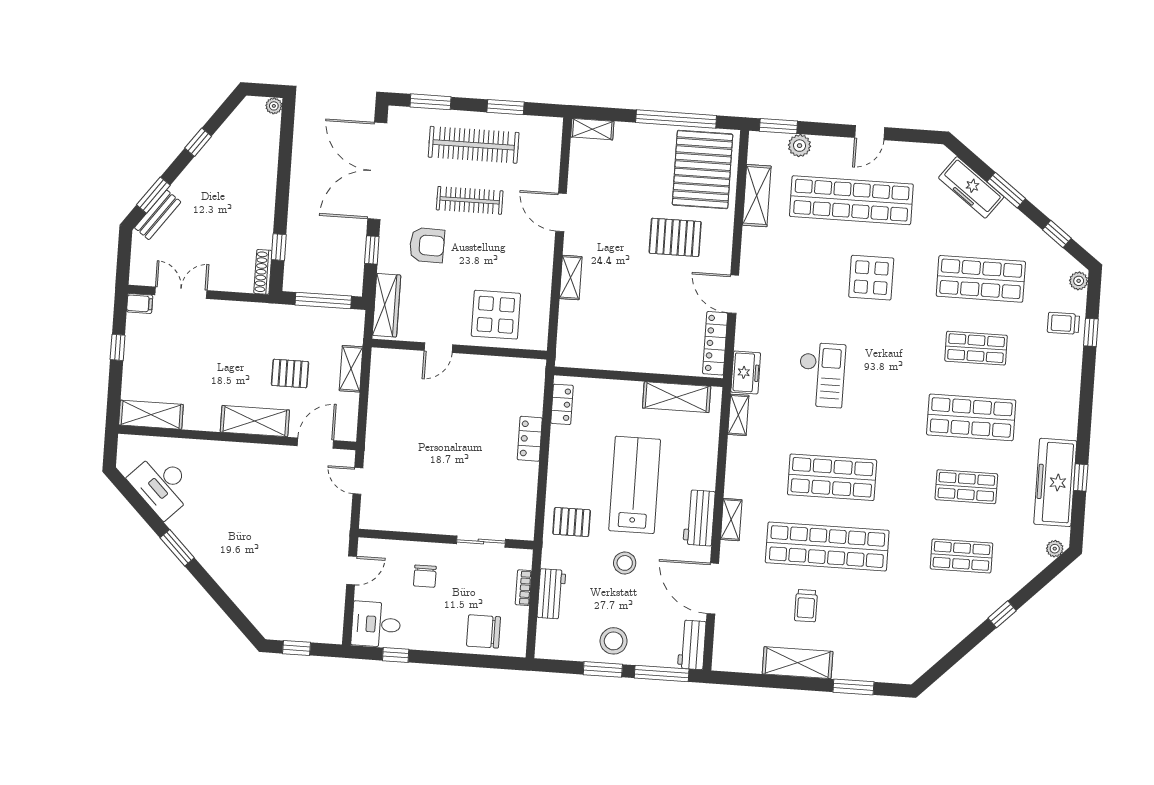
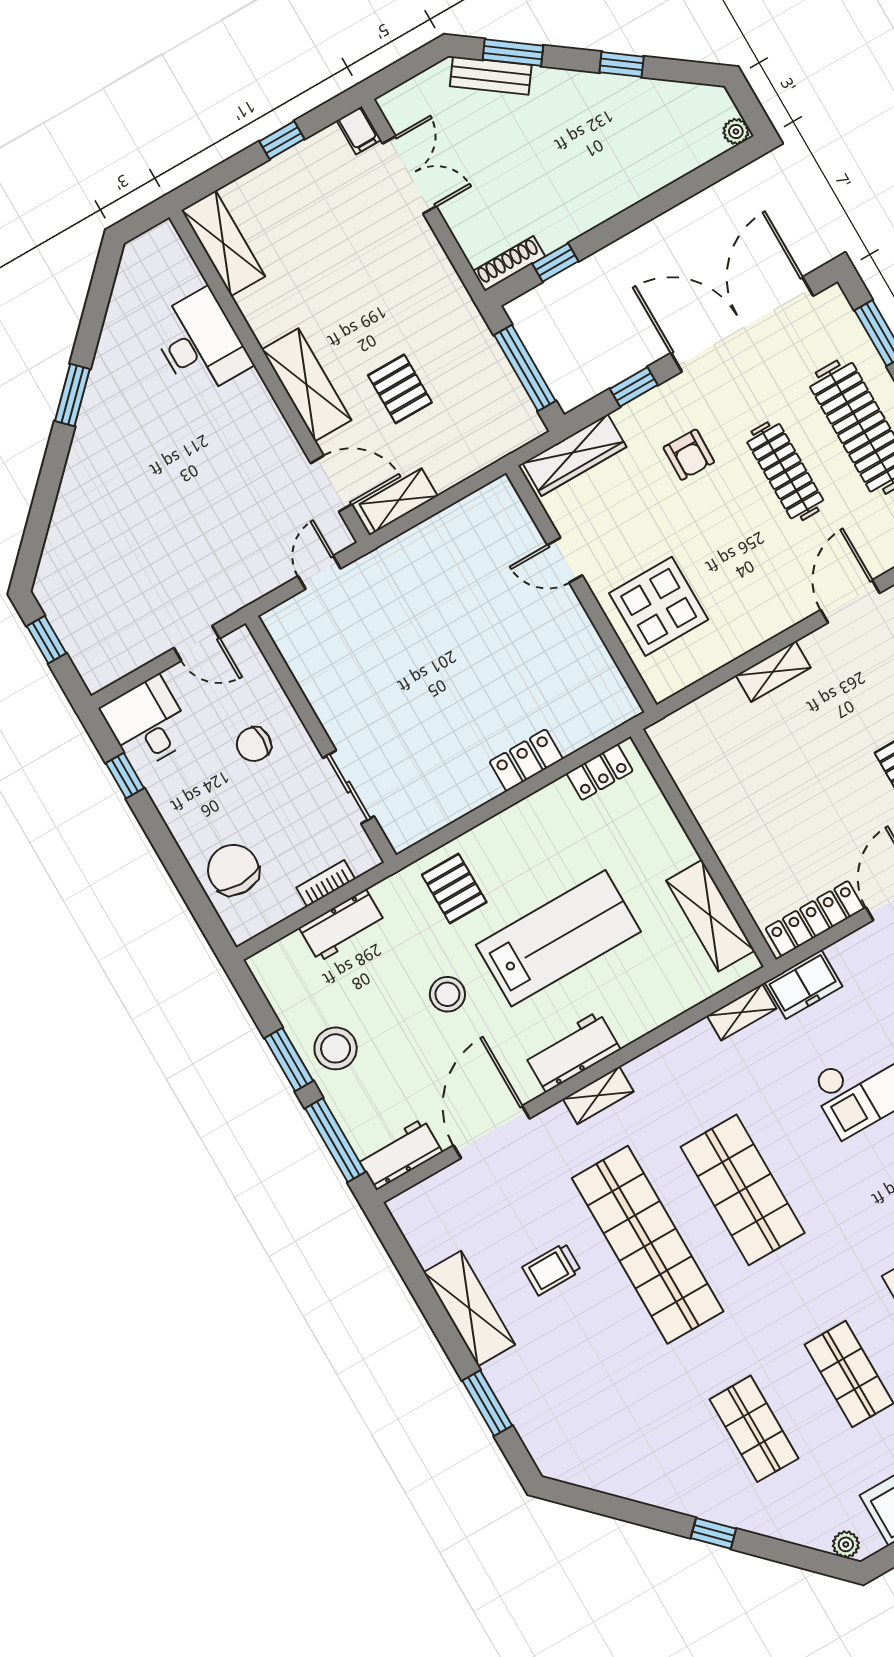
armchair: (427, 245) -> (689, 455), width x0.72, depth x0.72
shelving: (351, 369) -> (399, 500), moved
desk: (162, 485) -> (200, 343), moved, turned 135

